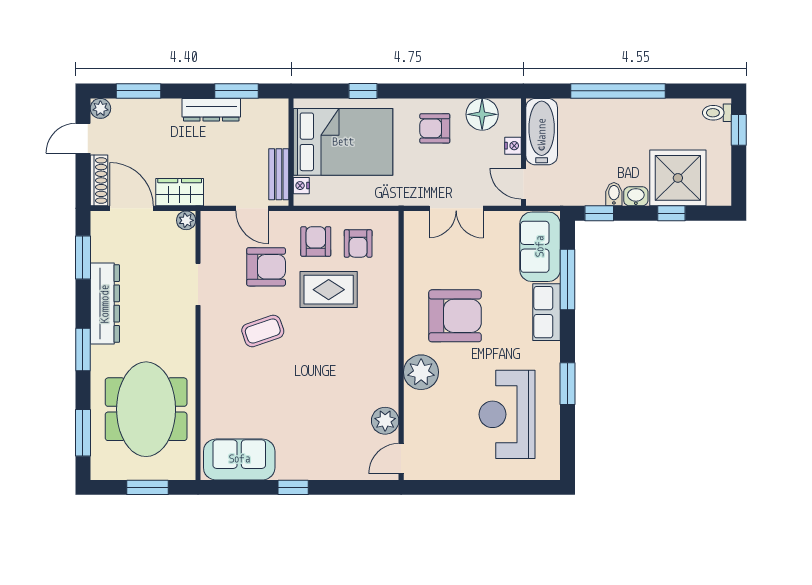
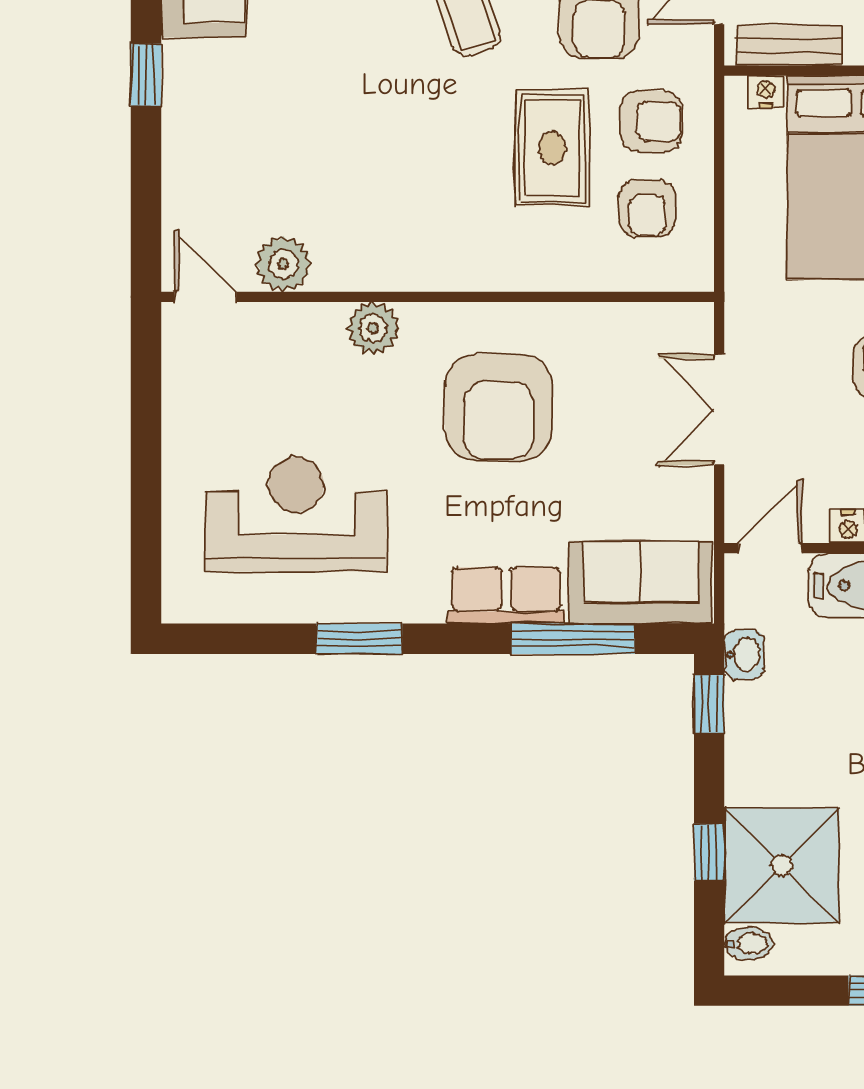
bidet: (614, 194) -> (748, 943), moved
washbasin: (636, 196) -> (744, 655), moved
armchair: (358, 243) -> (647, 208), turned -90
plant: (421, 372) -> (373, 328), width x0.73, depth x0.73

